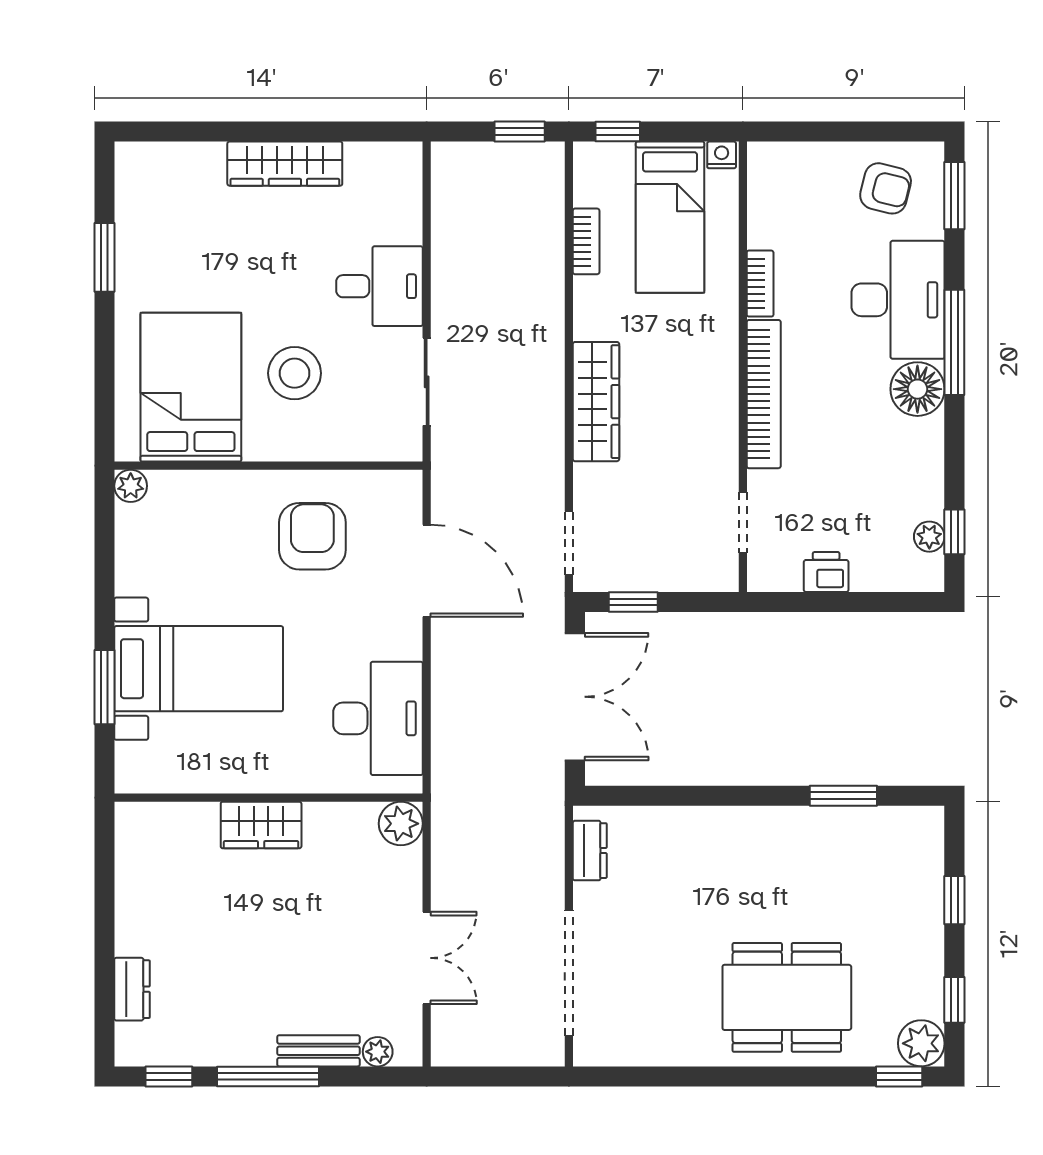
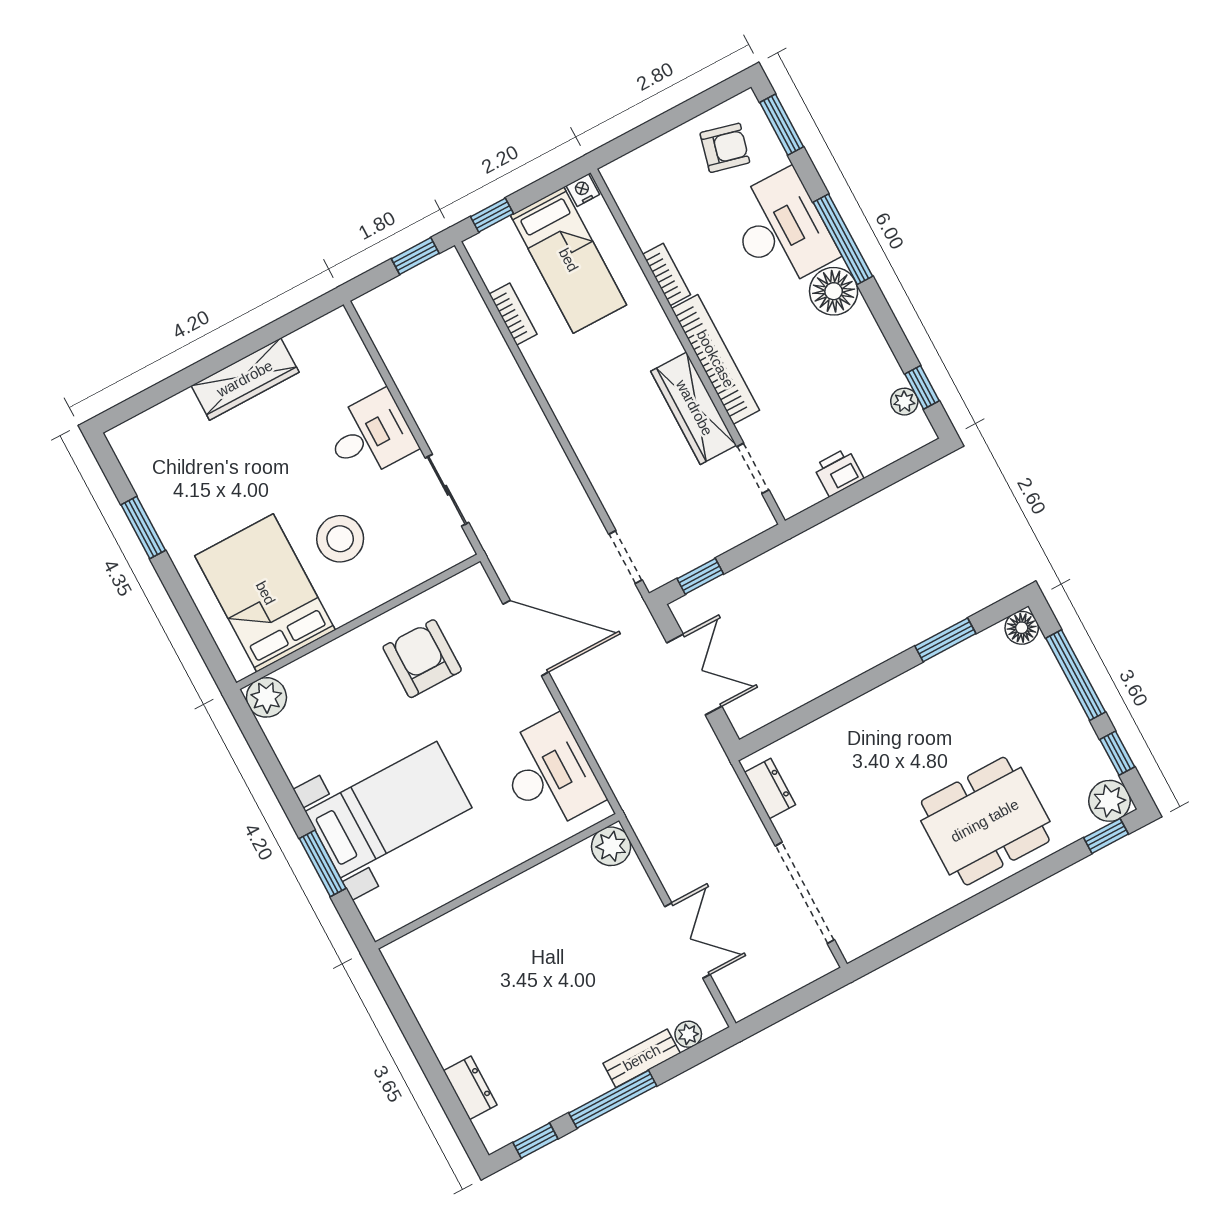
wardrobe: (596, 402) -> (694, 408), moved, turned 180
plant: (131, 486) -> (266, 697), width x1.38, depth x1.38
double door: (575, 697) -> (694, 675), width x0.73
floor lamp: (926, 824) -> (1022, 628), added
wardrobe: (261, 825) -> (503, 906), removed
window: (954, 900) -> (1076, 675), width x2.17

